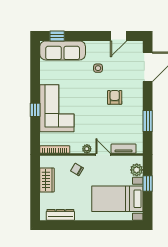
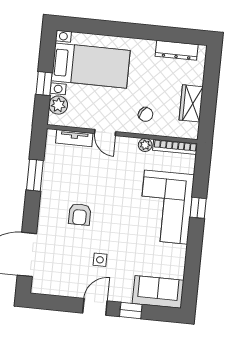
window: (57, 36) -> (131, 310), moved
door: (119, 36) -> (95, 307), moved
sofa: (63, 50) -> (158, 292), width x0.73
plant: (87, 149) -> (145, 145), moved

